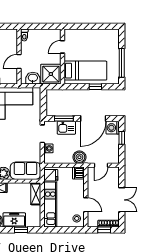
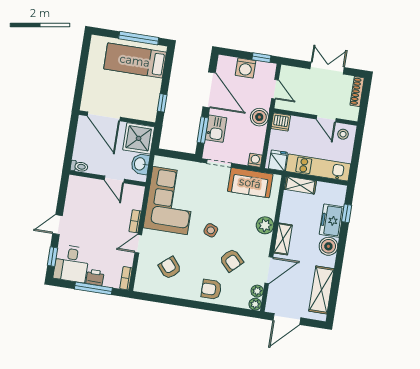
door: (62, 47) -> (104, 116), width x1.88
bed: (85, 71) -> (135, 61), moved, turned -90
window: (95, 87) -> (162, 103), moved
washing machine: (113, 128) -> (246, 68), moved
window: (122, 138) -> (261, 58), moved
washing machine: (48, 148) -> (255, 160), moved
sofa: (26, 171) -> (250, 183), moved, turned -90
door: (86, 205) -> (326, 119), swing flipped
window: (104, 230) -> (365, 99), removed

